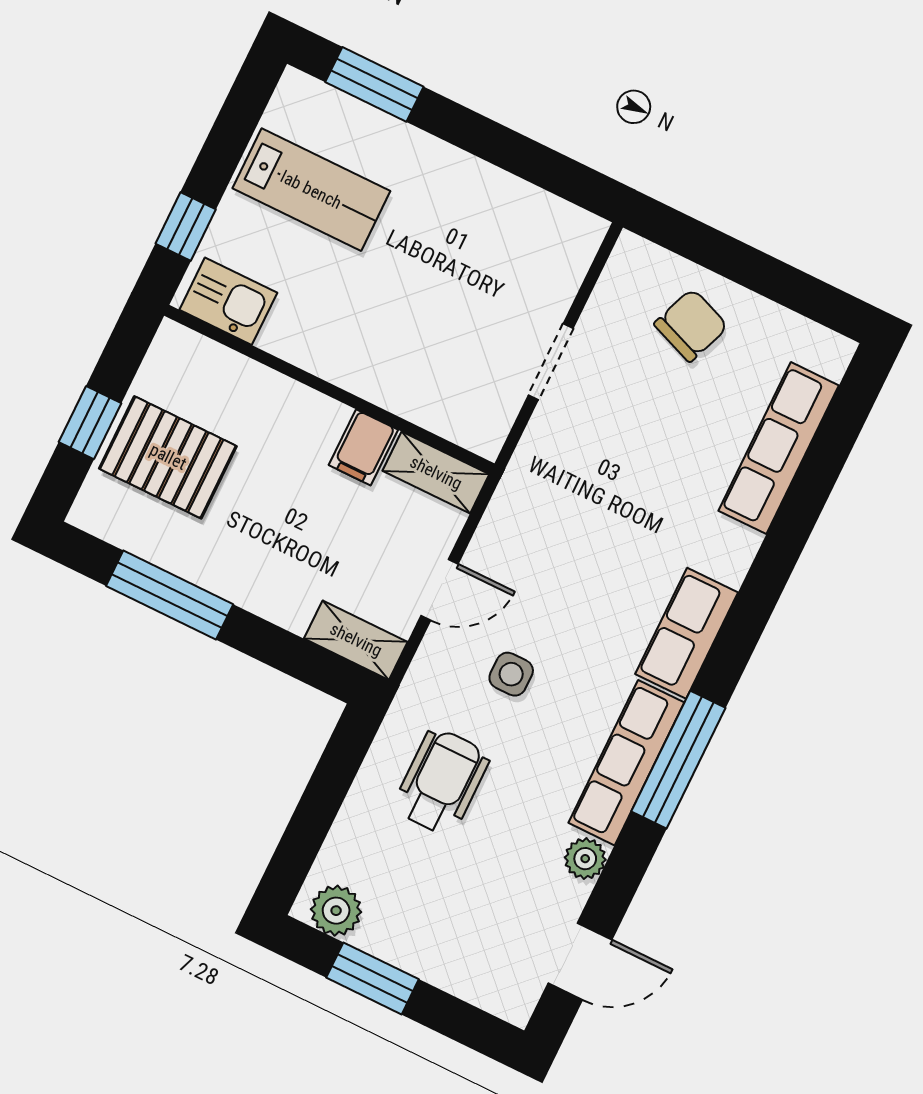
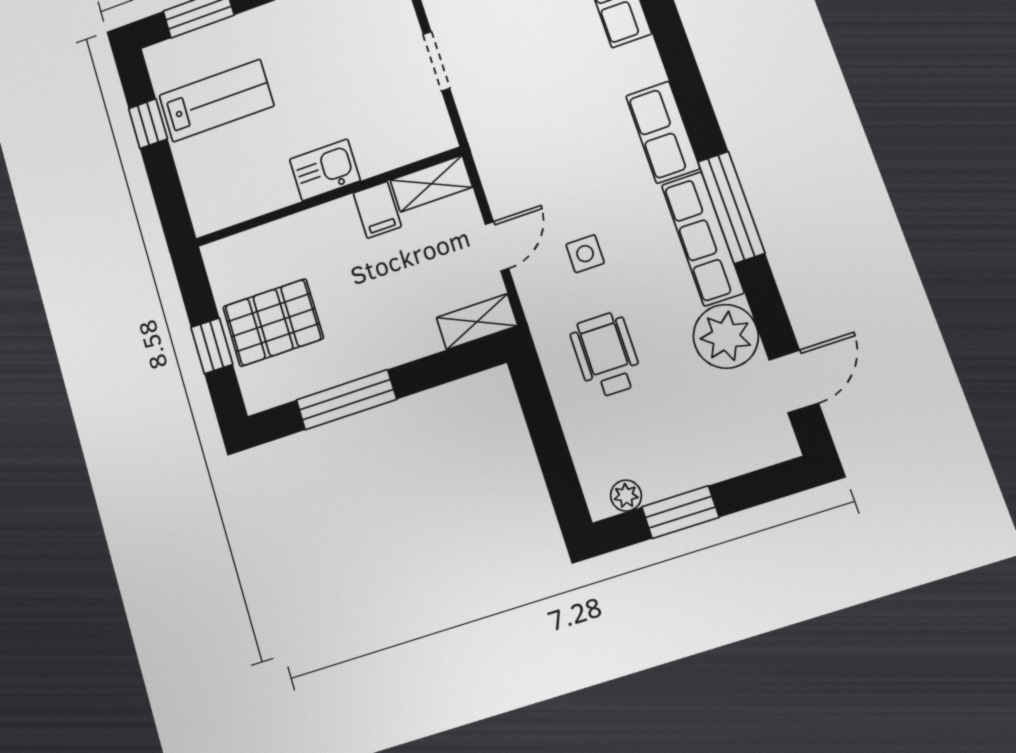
window: (186, 226) -> (148, 124), moved
kitchen sink: (228, 301) -> (325, 170), moved
plant: (585, 859) -> (726, 336), width x1.87, depth x1.87
plant: (336, 911) -> (626, 496), width x0.73, depth x0.73

